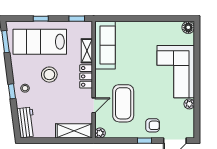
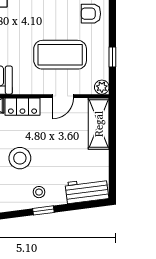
door: (94, 105) -> (63, 96), swing flipped
armchair: (153, 125) -> (91, 14), turned -90
window: (145, 141) -> (112, 57), moved

